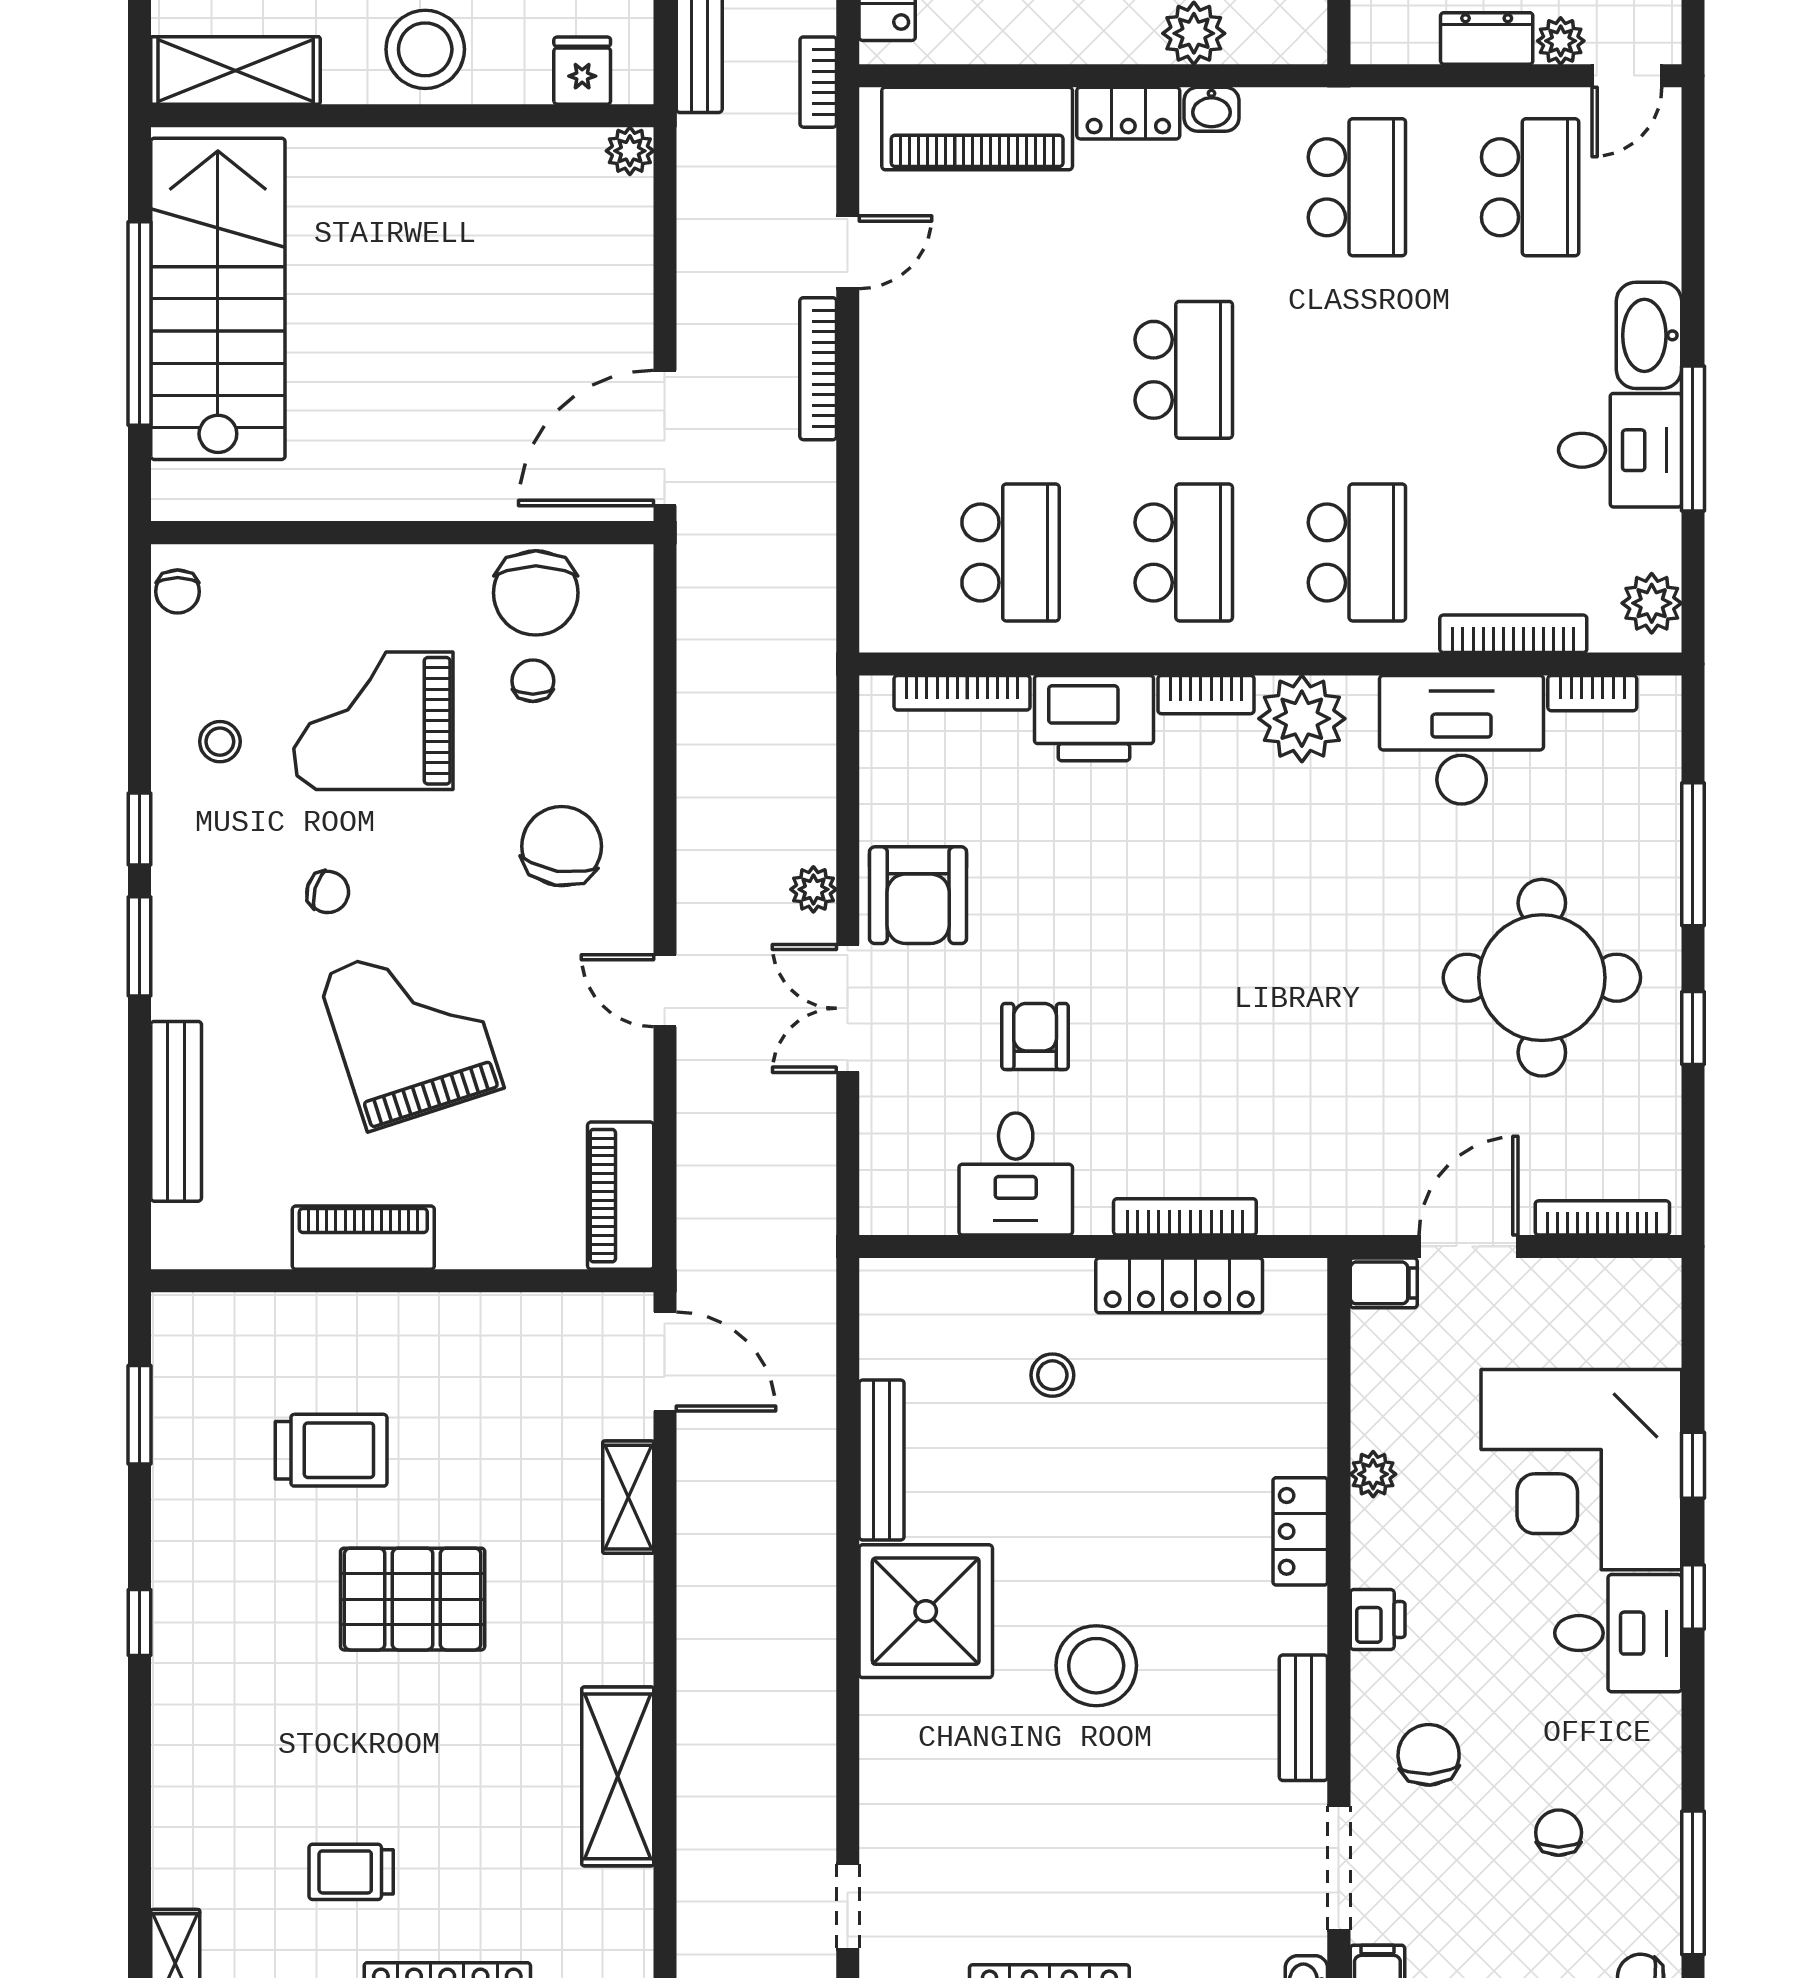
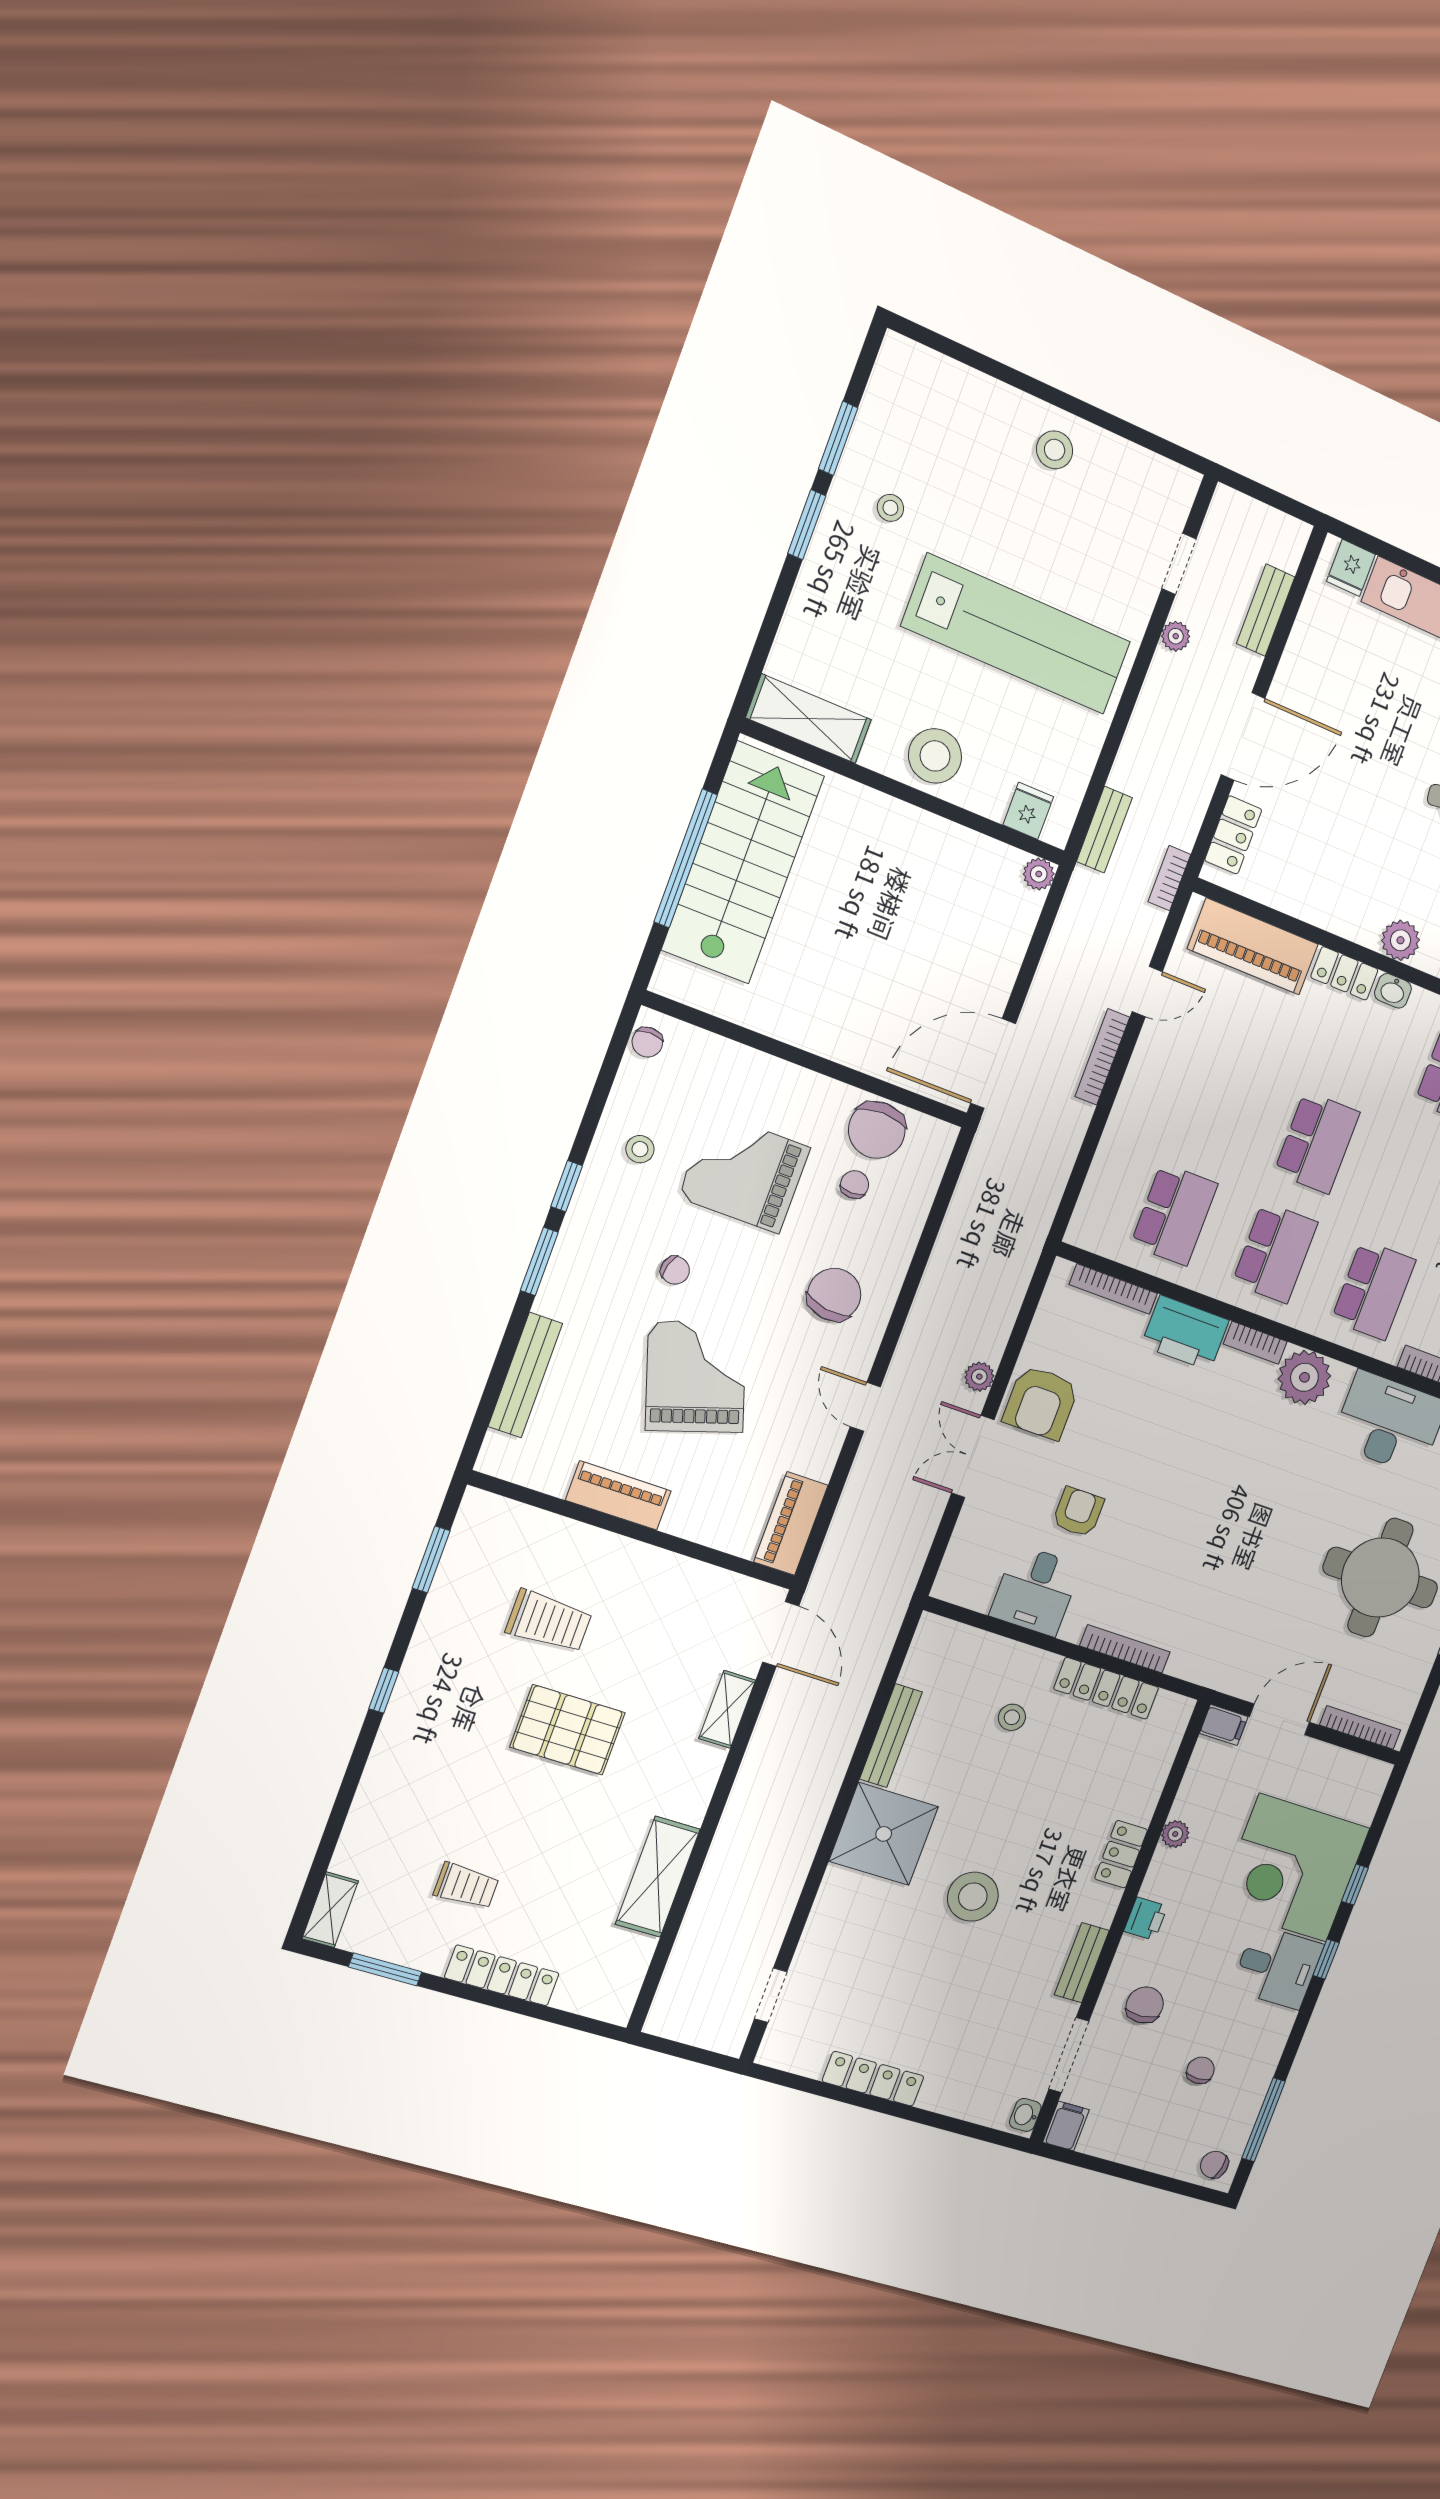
trolley: (351, 1872) -> (466, 1886), turned 180

